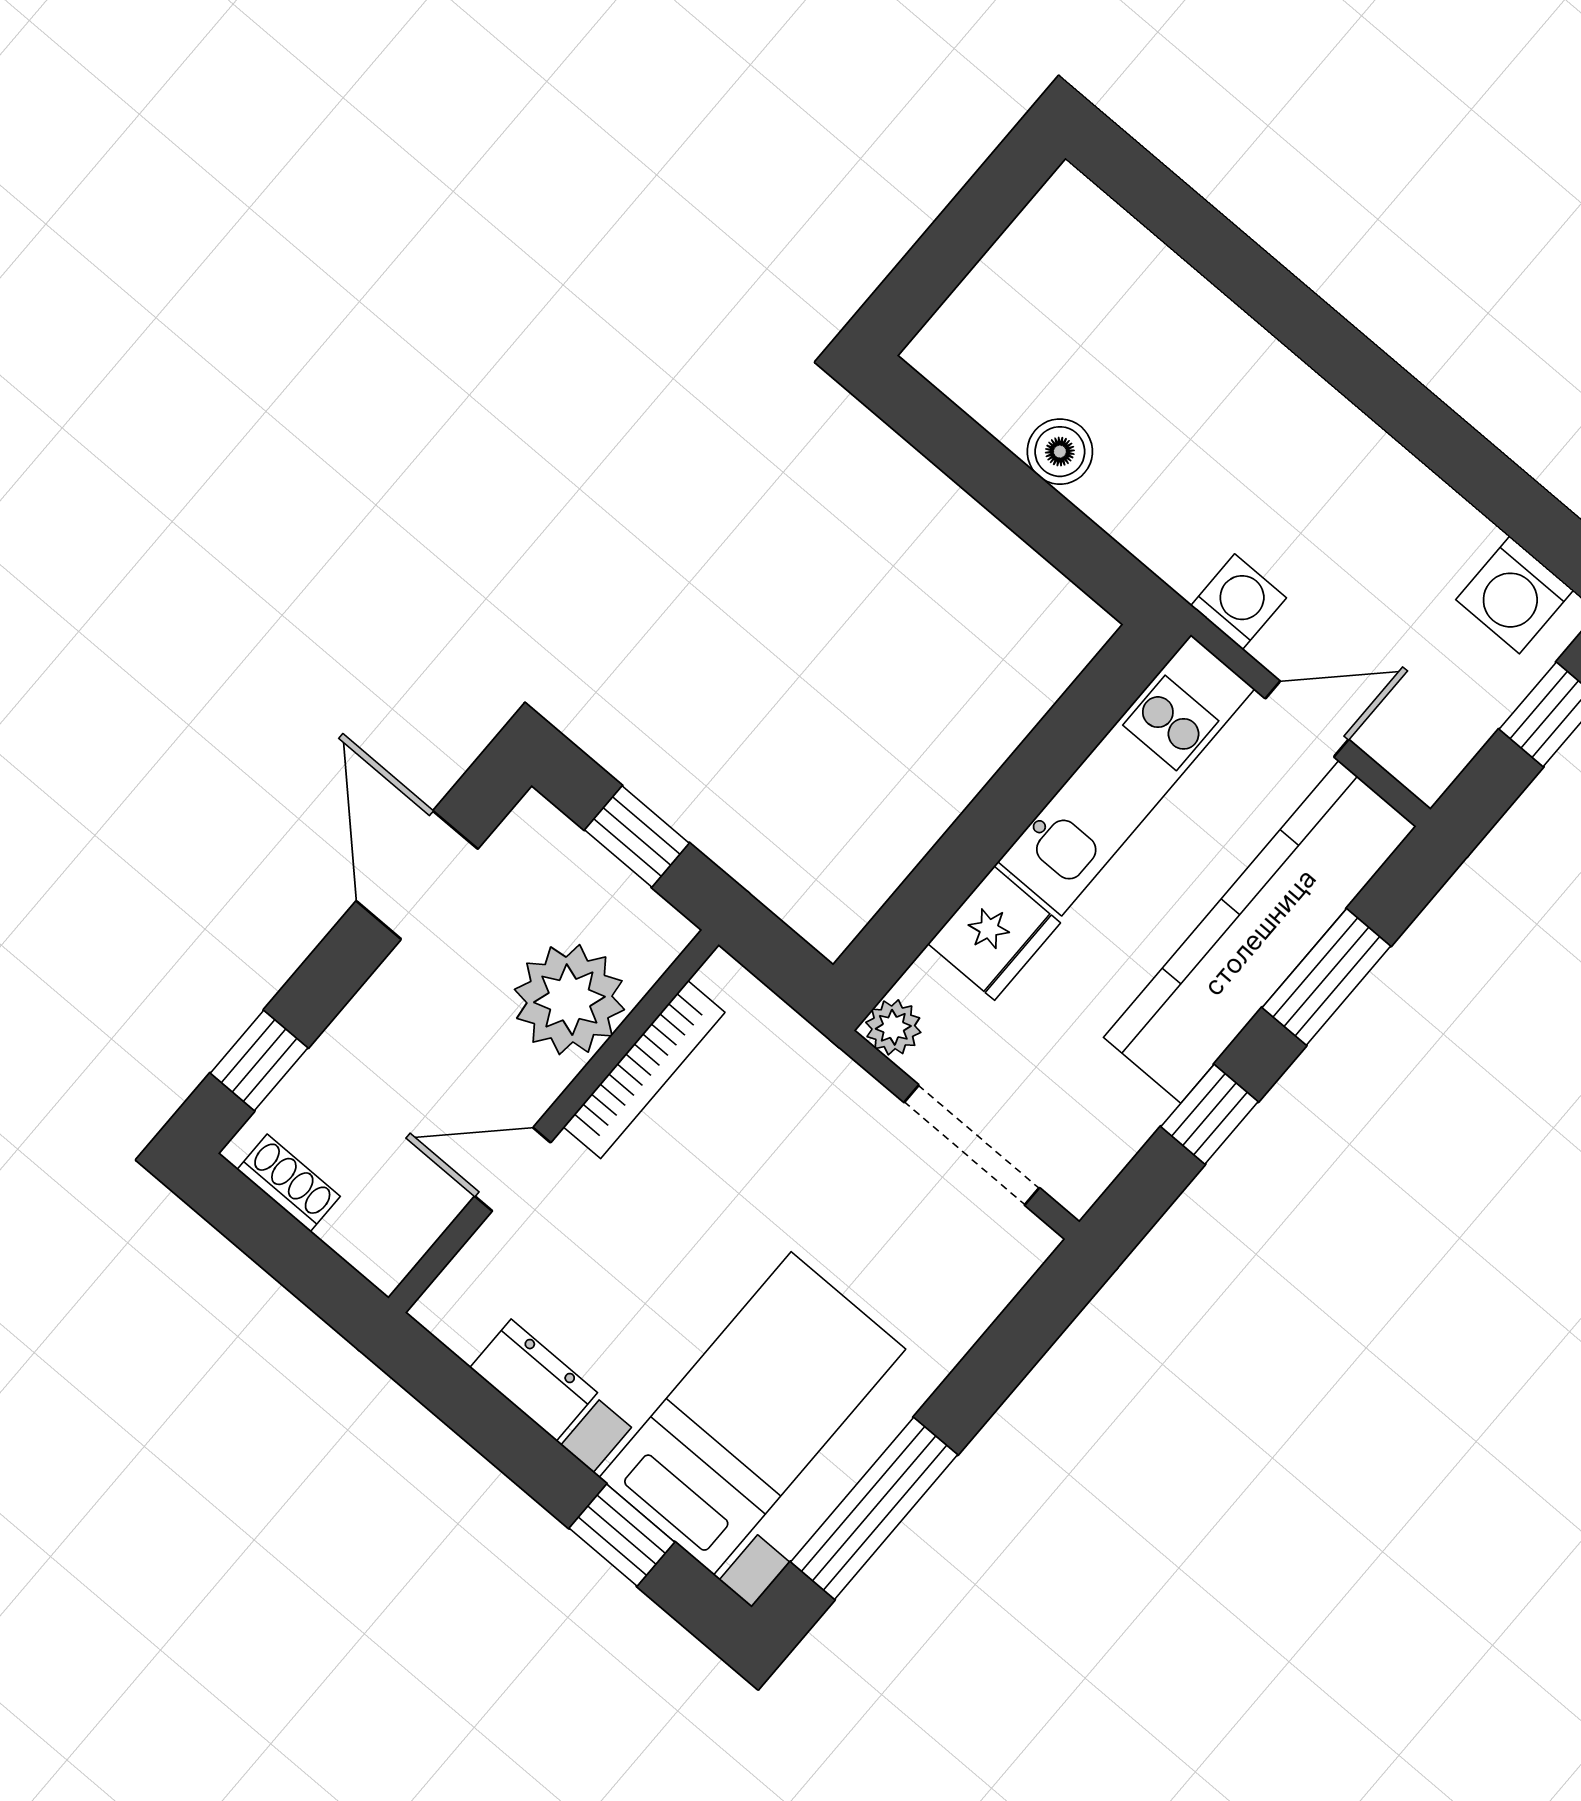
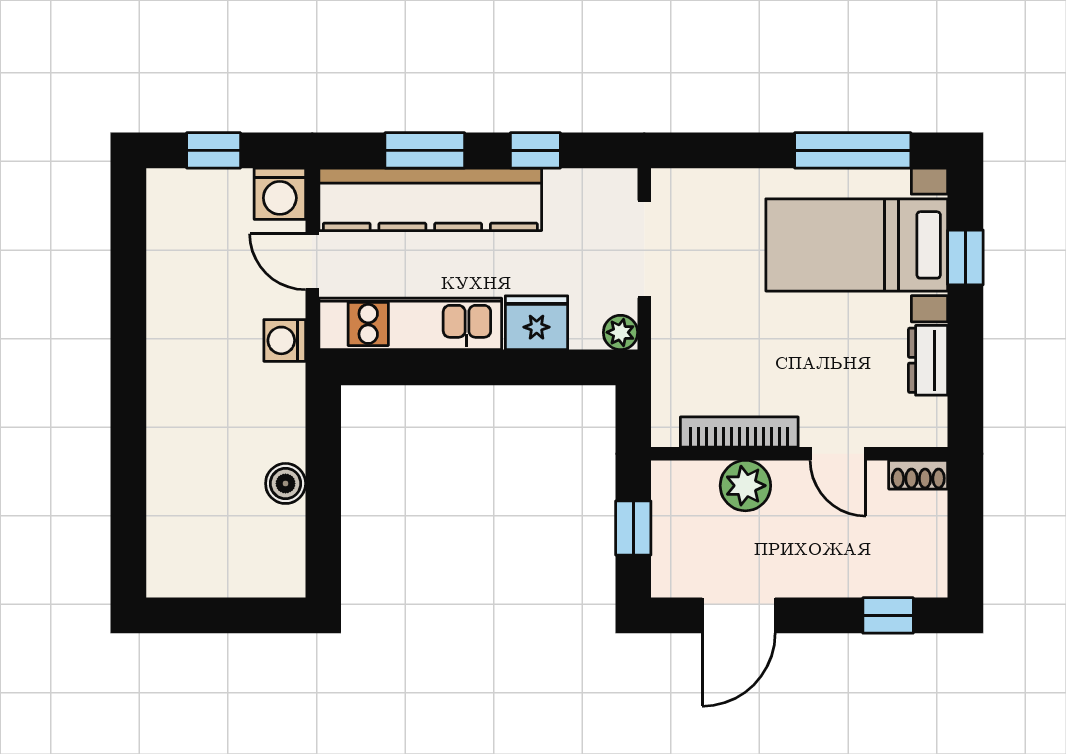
washing machine: (1515, 595) -> (280, 194), moved, turned 90
plant: (569, 1000) -> (745, 486), width x0.73, depth x0.73
shoe rack: (289, 1183) -> (918, 475), moved, turned -90

